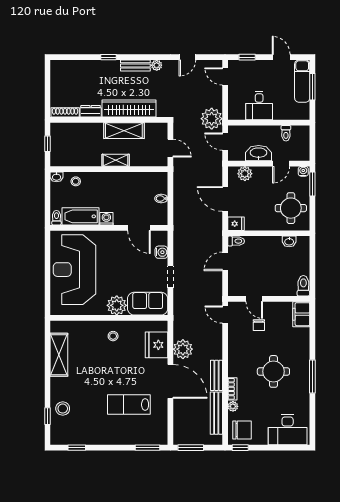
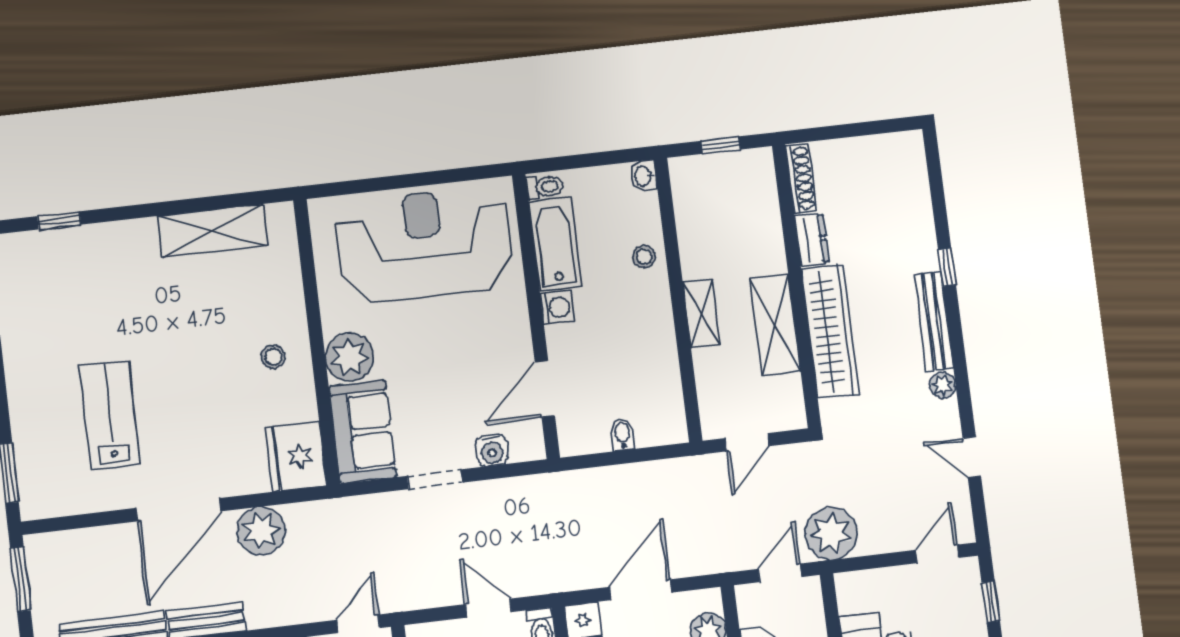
bench: (135, 65) -> (934, 321), width x1.36
stool: (76, 181) -> (644, 257), moved
fridge: (157, 345) -> (296, 457), moved, turned -90
stool: (63, 409) -> (82, 255), removed

